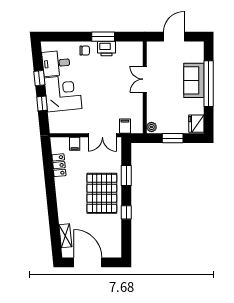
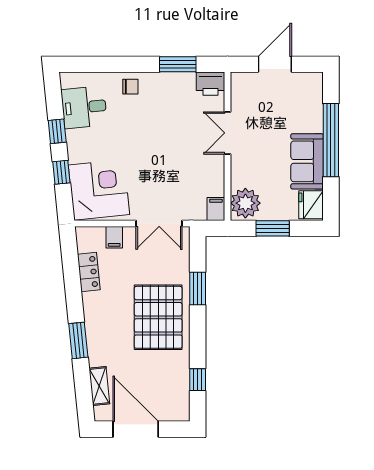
window: (103, 37) -> (178, 64), moved
printer: (107, 49) -> (211, 84), moved
sofa: (194, 80) -> (307, 161), moved
corner desk: (63, 93) -> (99, 190), moved
filing cabinet: (125, 126) -> (216, 209), moved
plant: (152, 127) -> (245, 203), width x1.87, depth x1.87
window: (52, 208) -> (78, 340), added
window: (126, 212) -> (198, 380), moved

